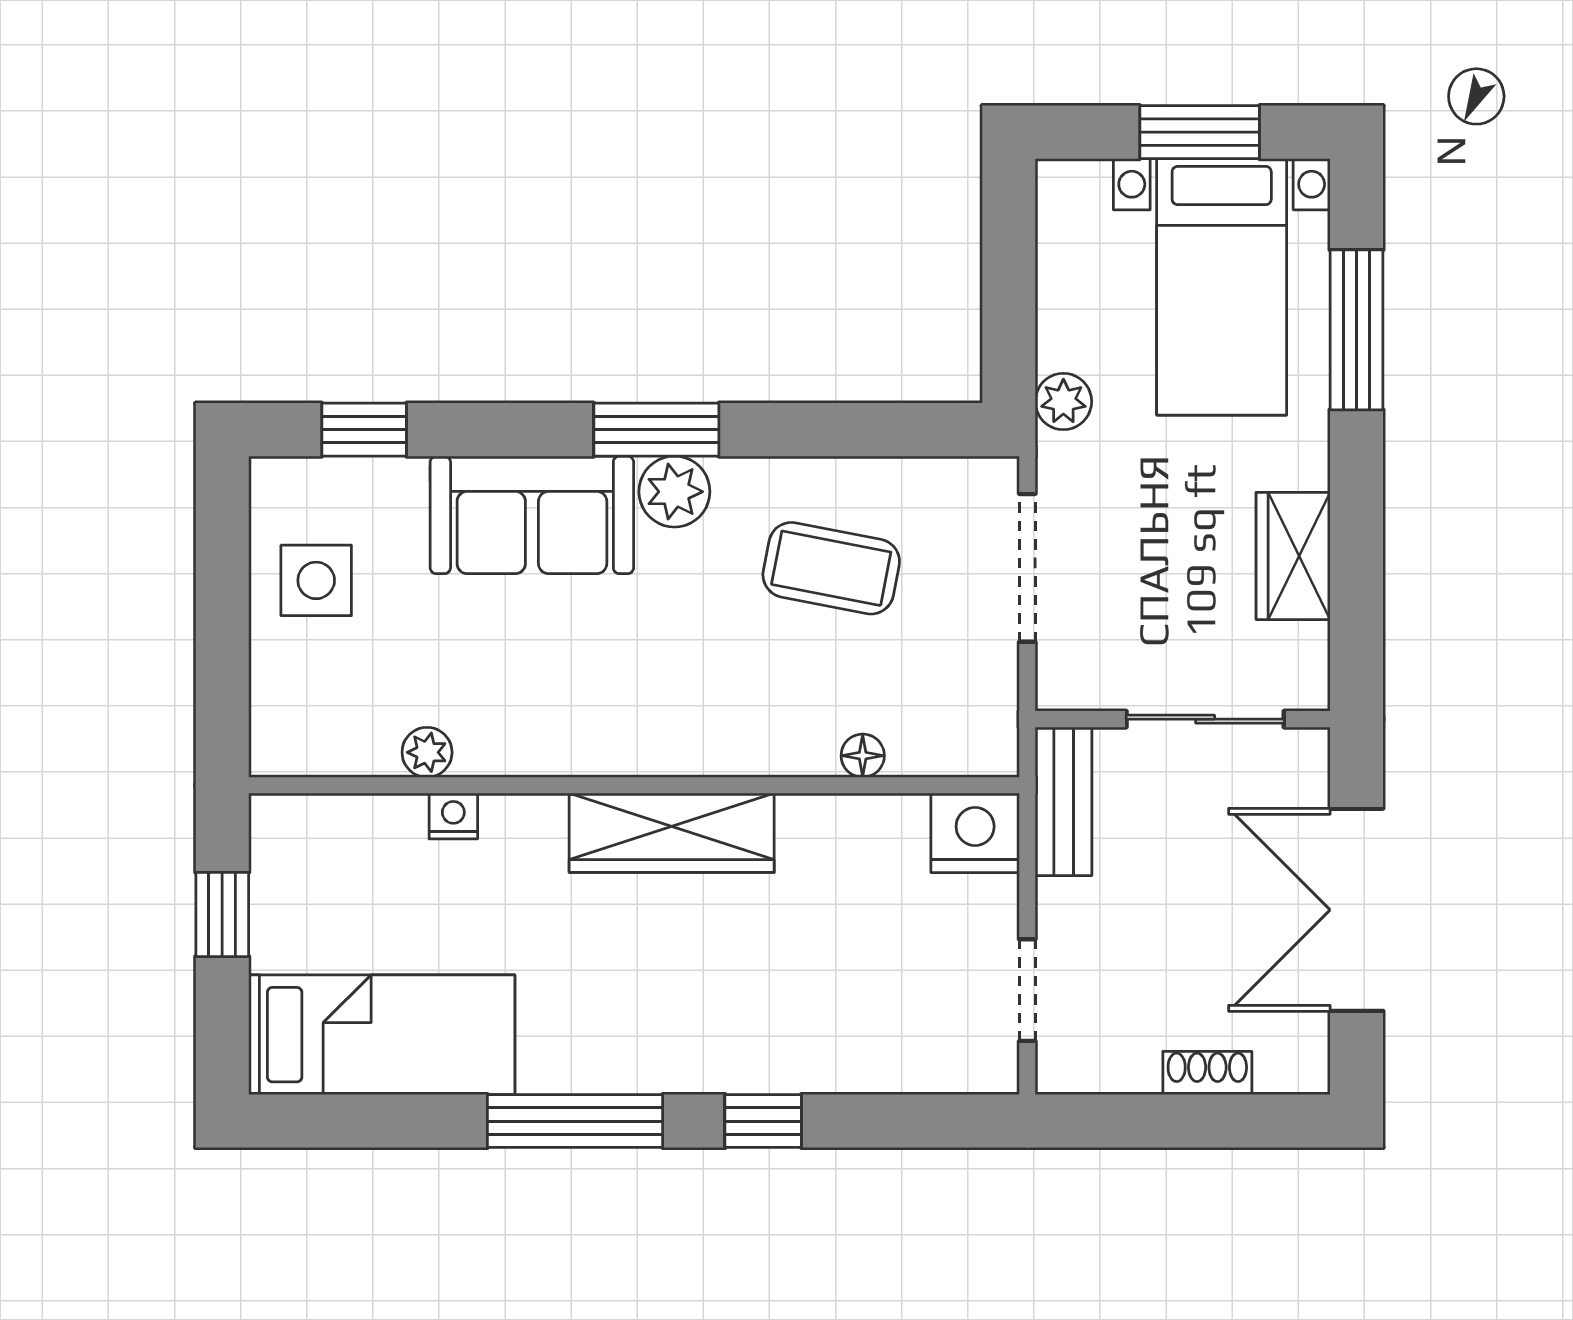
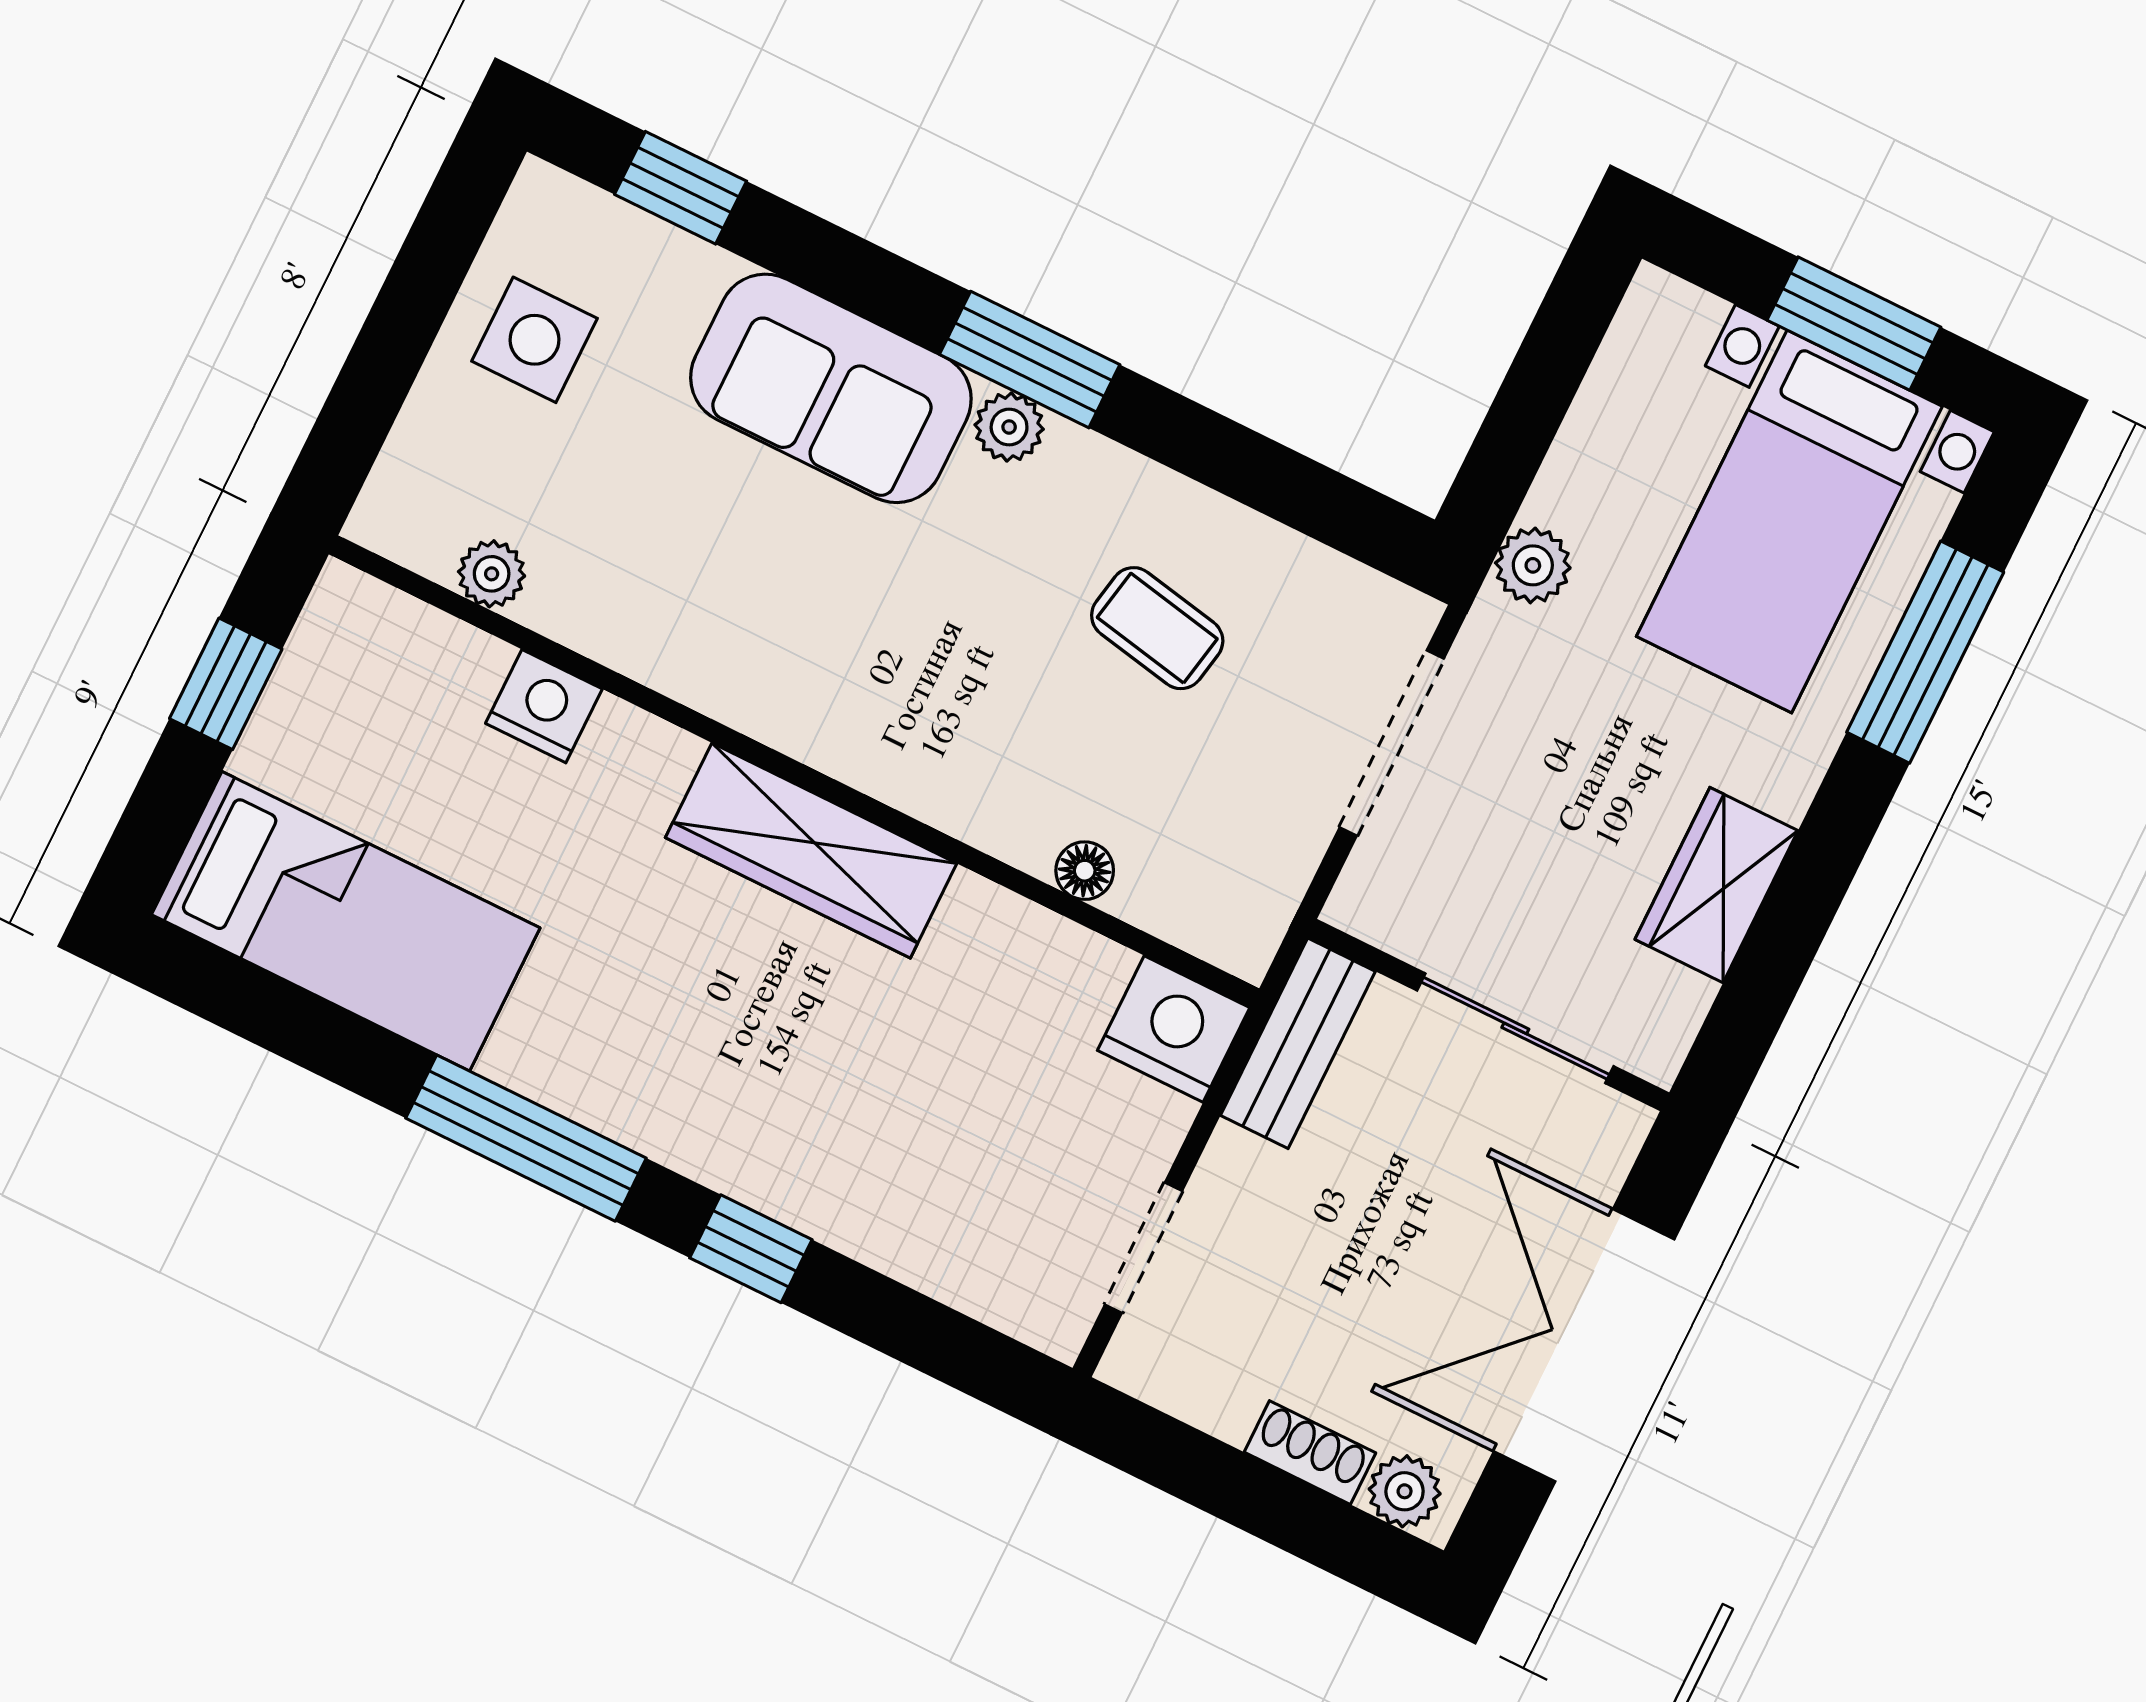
plant: (674, 492) -> (1009, 427), width x0.73, depth x0.73
coffee table: (831, 568) -> (1157, 628), width x0.73, depth x0.77
plant: (427, 752) -> (492, 574), moved
nightstand: (453, 816) -> (544, 706), width x1.39, depth x1.35
plant: (1284, 1068) -> (1405, 1491), added

